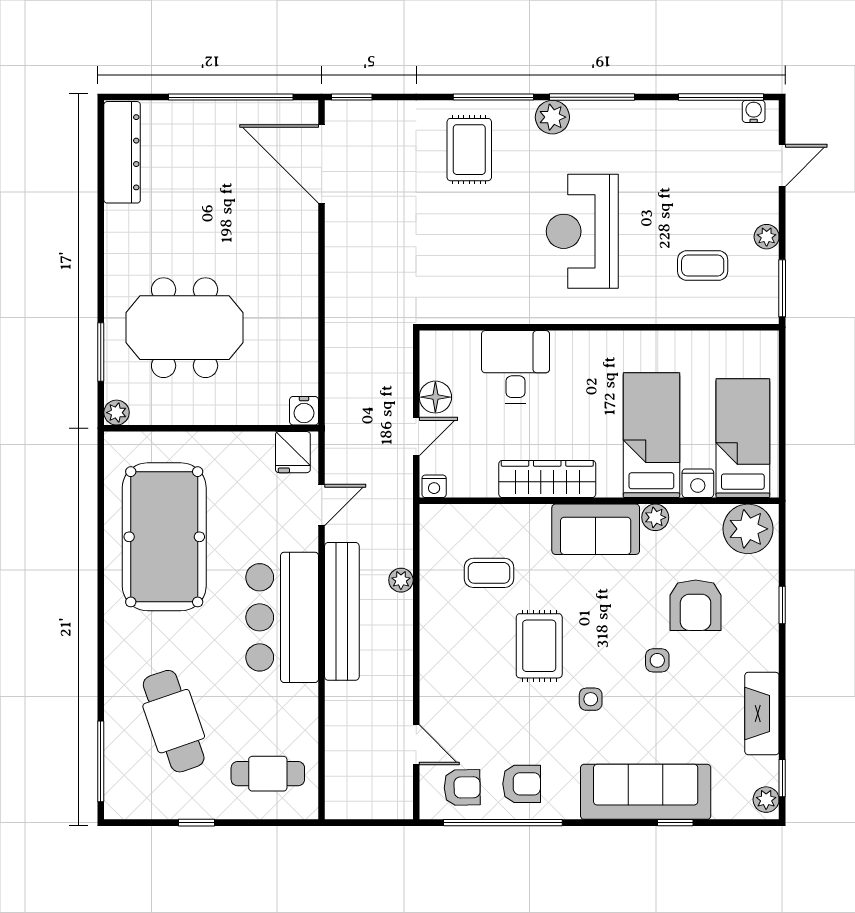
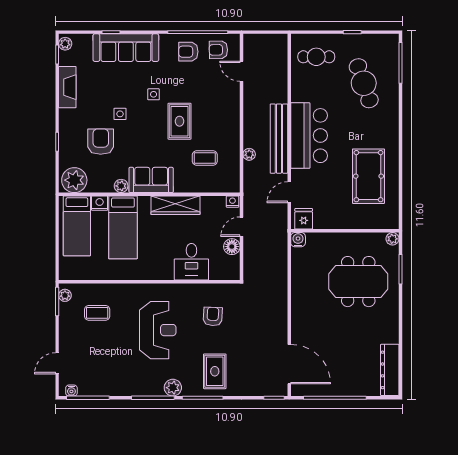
plant: (767, 237) -> (65, 295), moved
armchair: (473, 258) -> (213, 316), added
pool table: (164, 537) -> (368, 176), width x0.73, depth x0.76

